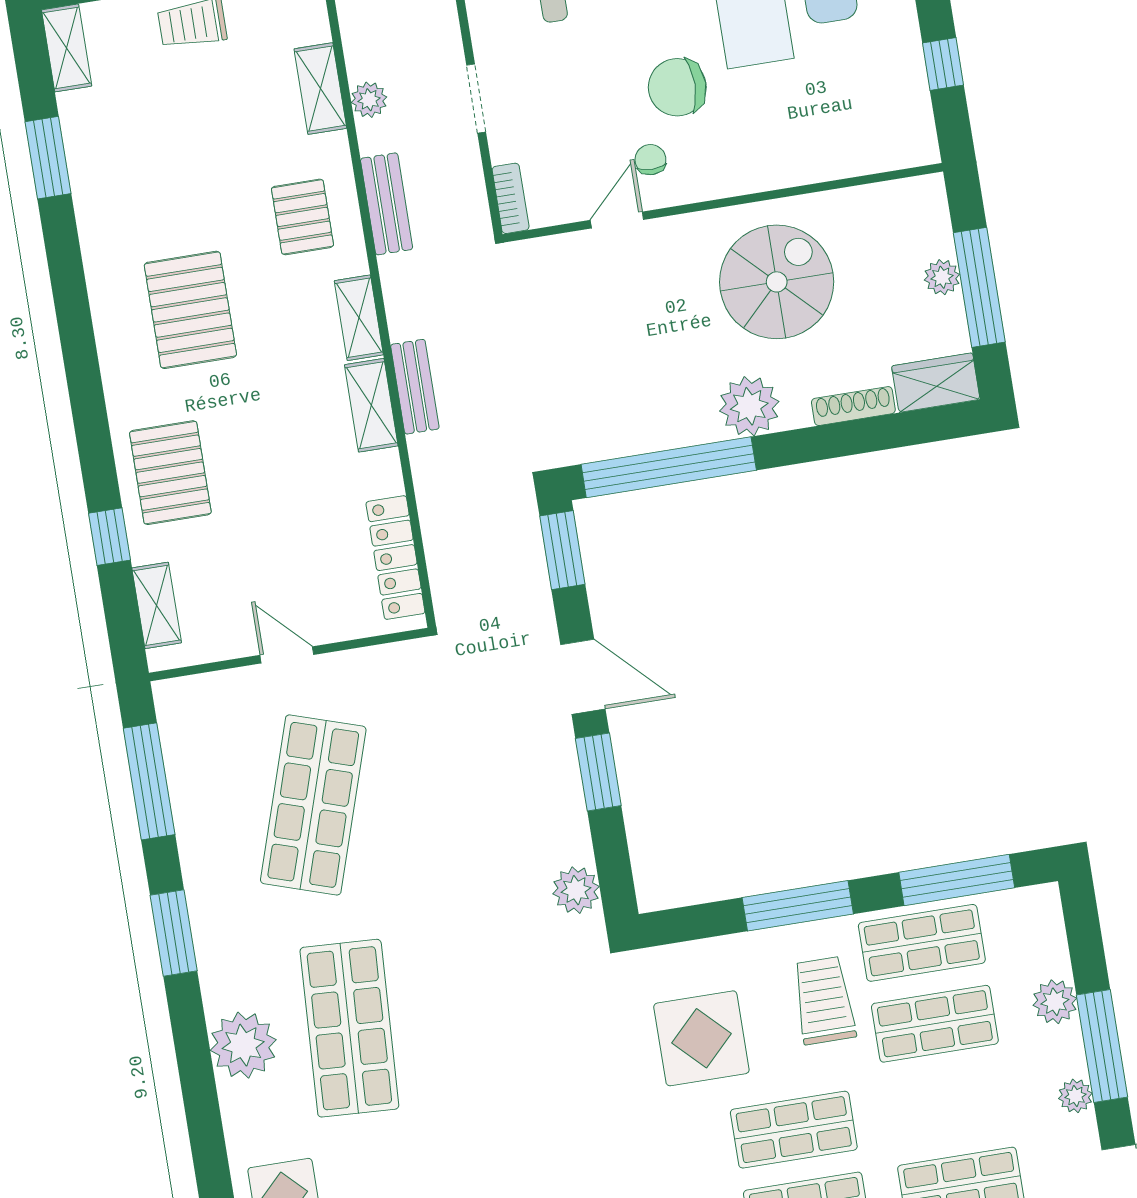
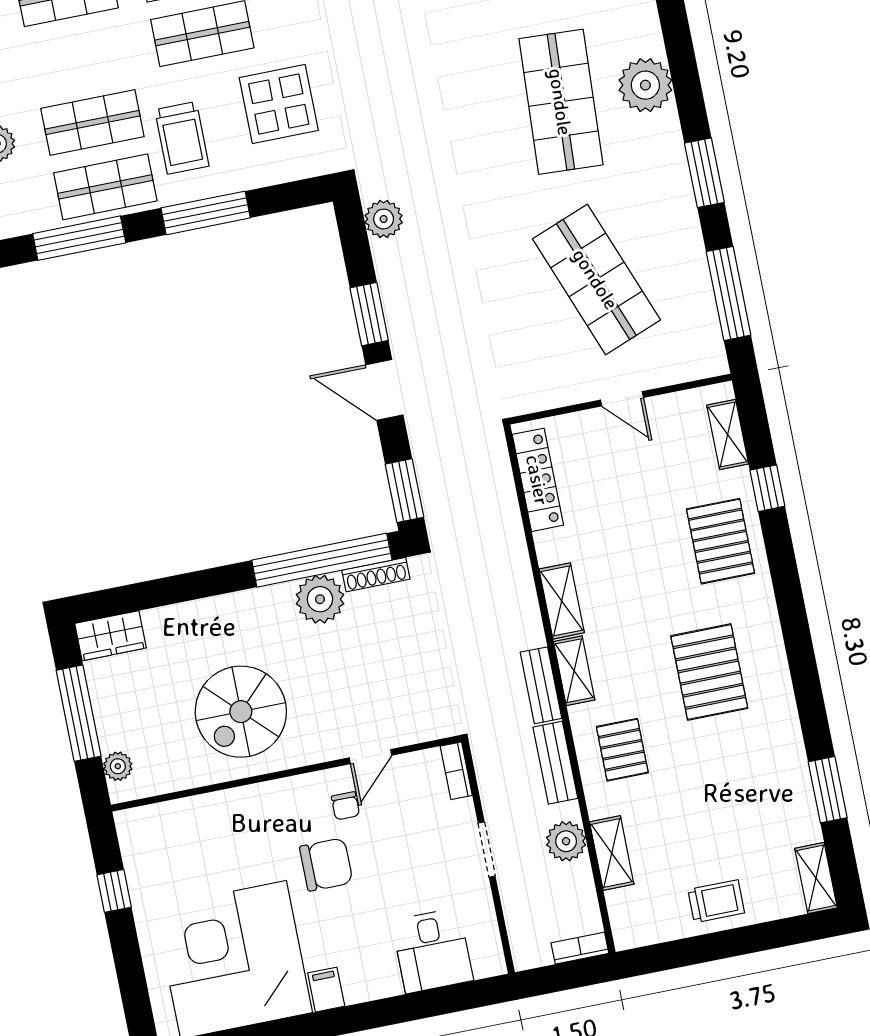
plant: (369, 100) -> (566, 841), width x1.38, depth x1.38
plant: (942, 277) -> (118, 766), moved
bench: (415, 387) -> (541, 685), moved
plant: (749, 406) -> (320, 599), moved
shoe rack: (853, 406) -> (376, 575), moved
shop shelf: (313, 805) -> (596, 279), turned -39

